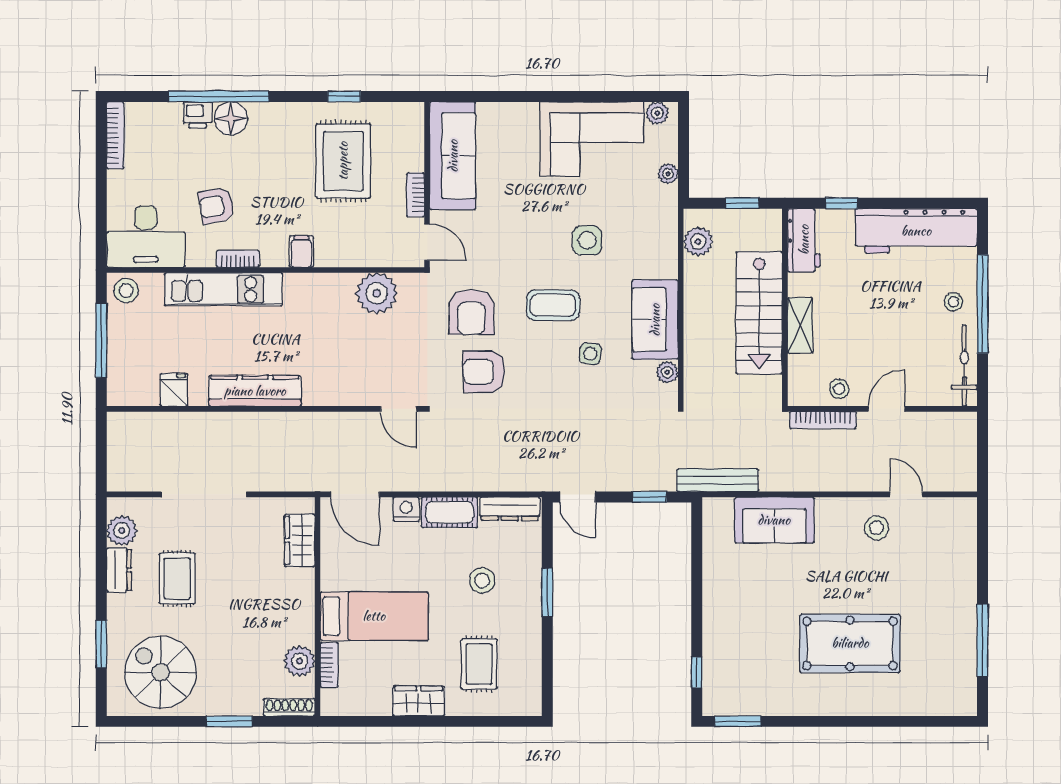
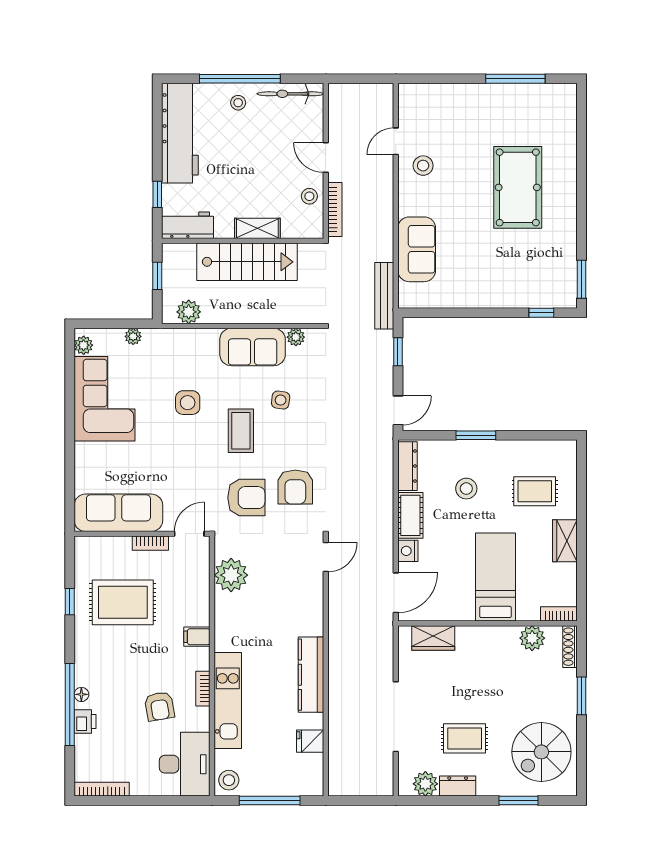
floor lamp: (231, 118) -> (81, 694), width x0.53, depth x0.53
bookcase: (329, 665) -> (559, 614), moved

